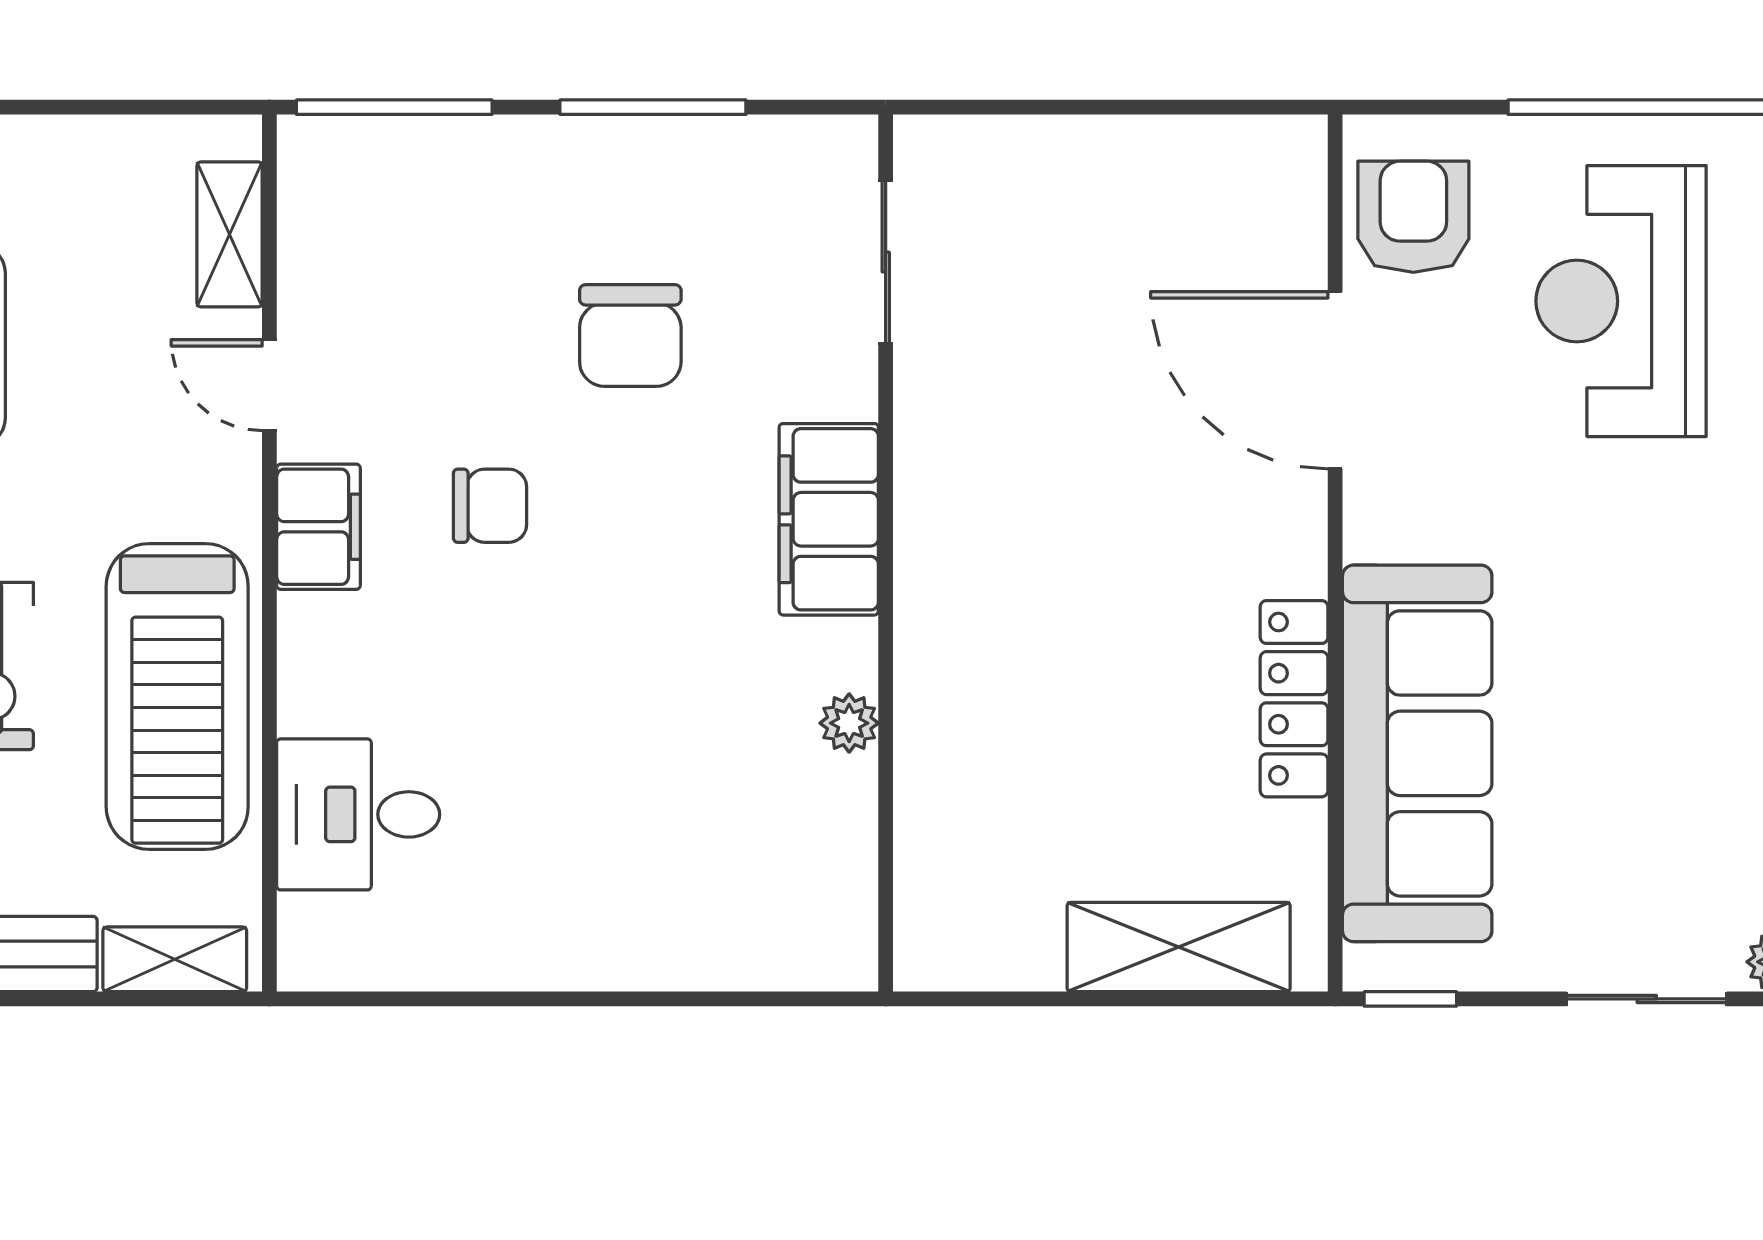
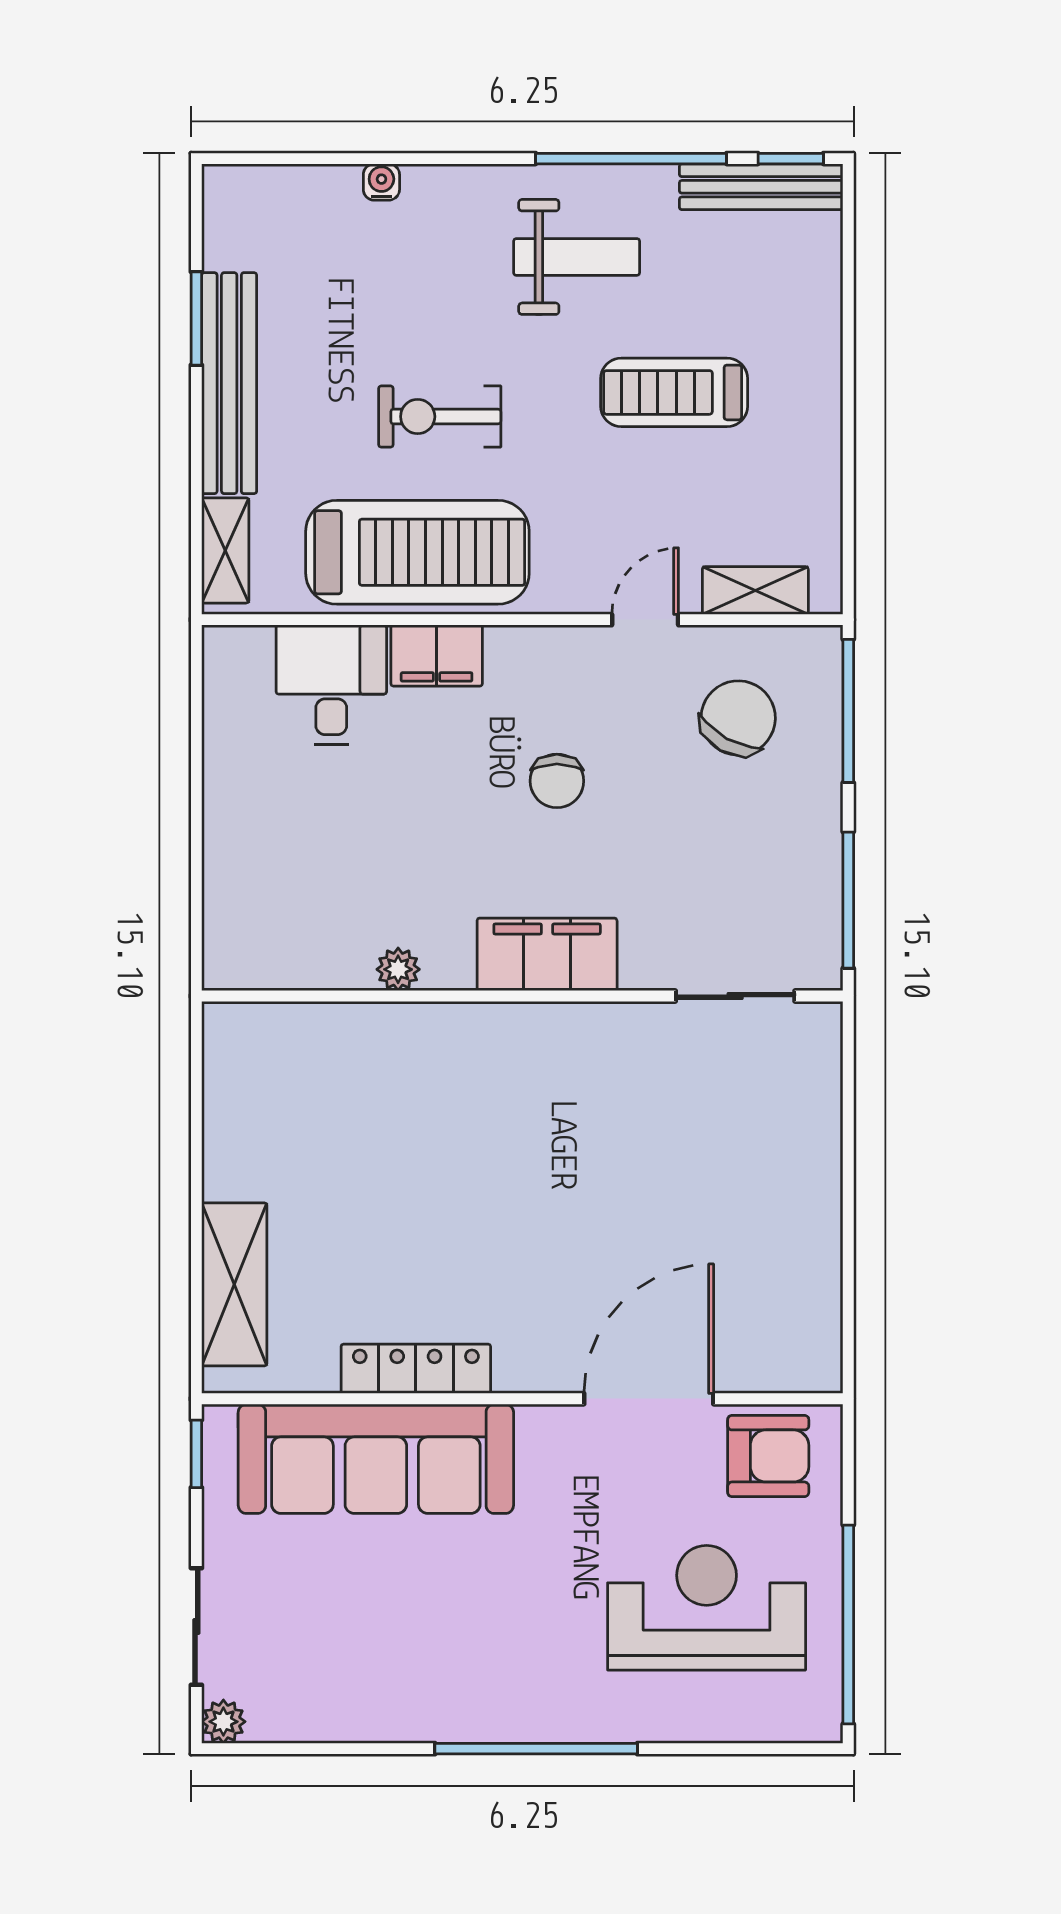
sliding door: (886, 262) -> (735, 996), moved
chair: (630, 335) -> (738, 718), moved, turned 119
filing cabinet: (829, 519) -> (547, 954), moved
filing cabinet: (318, 527) -> (437, 656), moved
wall: (886, 553) -> (522, 996), moved
treadmill: (177, 696) -> (417, 552), turned 180
plant: (849, 723) -> (398, 969), moved

